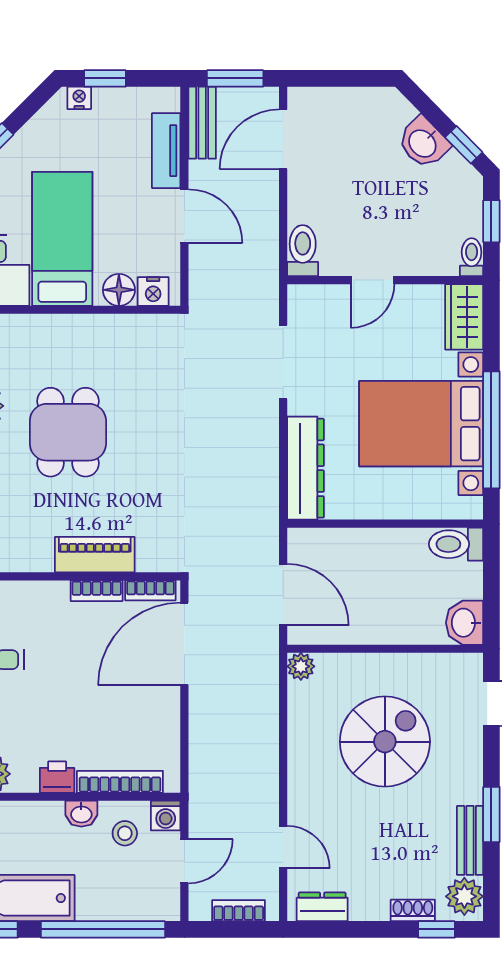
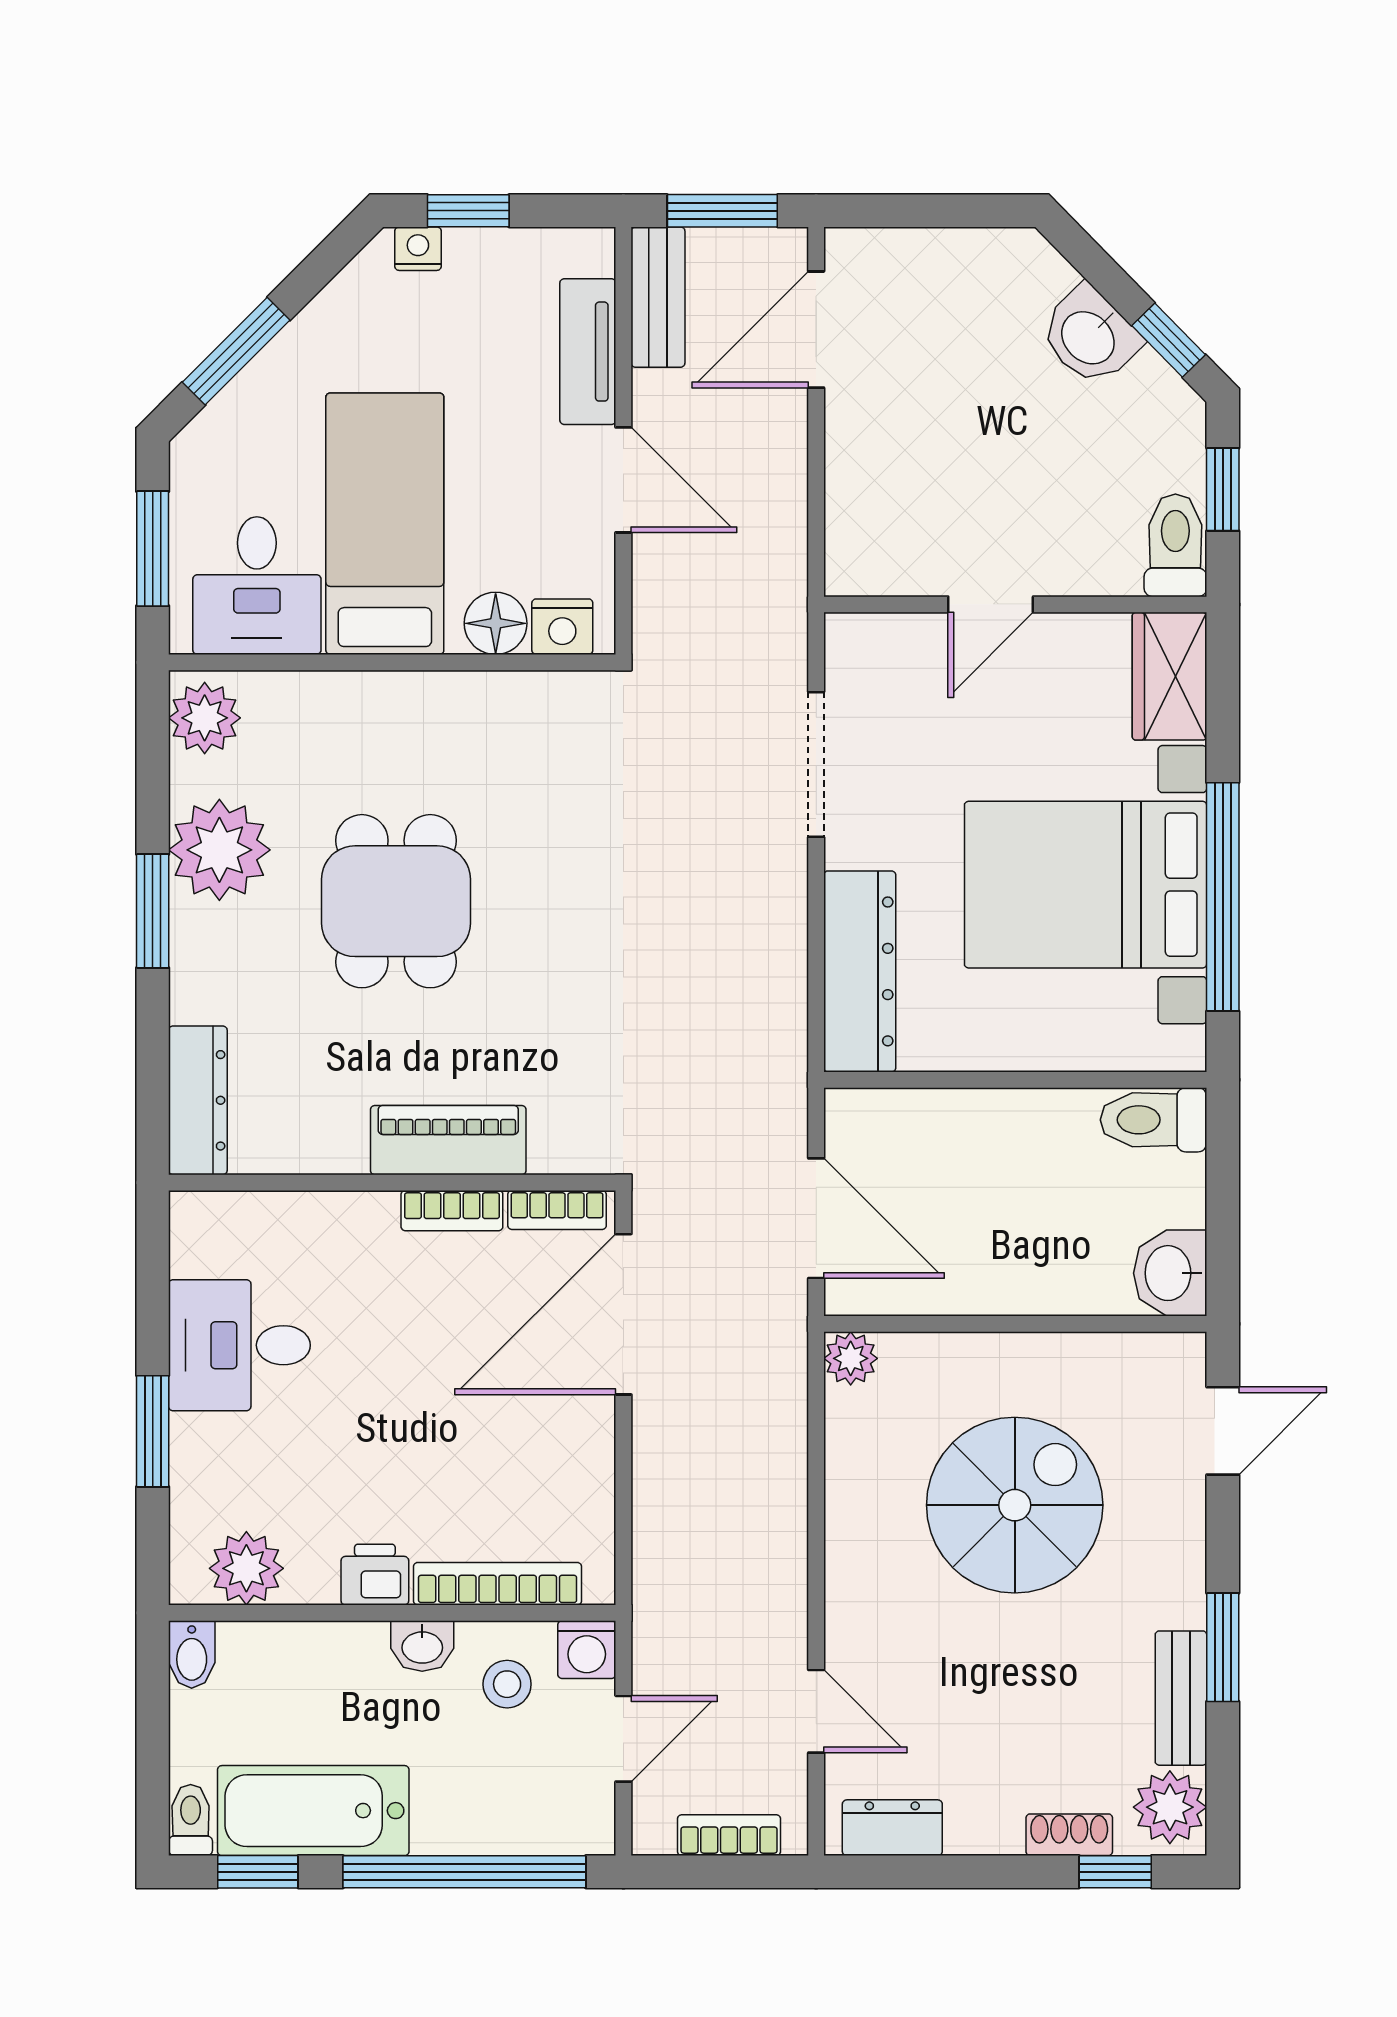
toilet: (303, 251) -> (854, 547), removed
toilet: (472, 257) -> (1175, 545), width x1.37, depth x1.39

